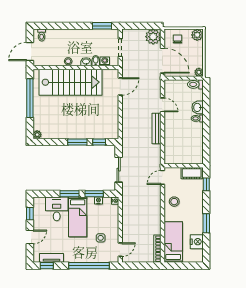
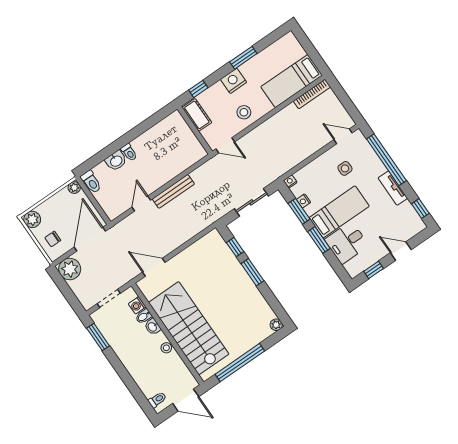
nightstand: (197, 242) -> (233, 81), moved
tv unit: (51, 258) -> (393, 188), moved

